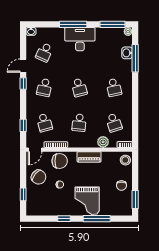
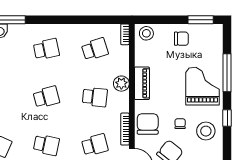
plant: (103, 142) -> (121, 84), moved
grand piano: (87, 201) -> (203, 86), turned -90
stool: (54, 203) -> (206, 131), added

